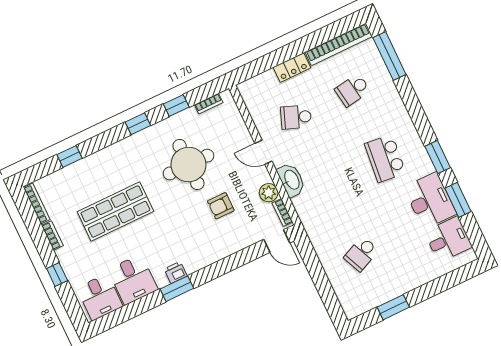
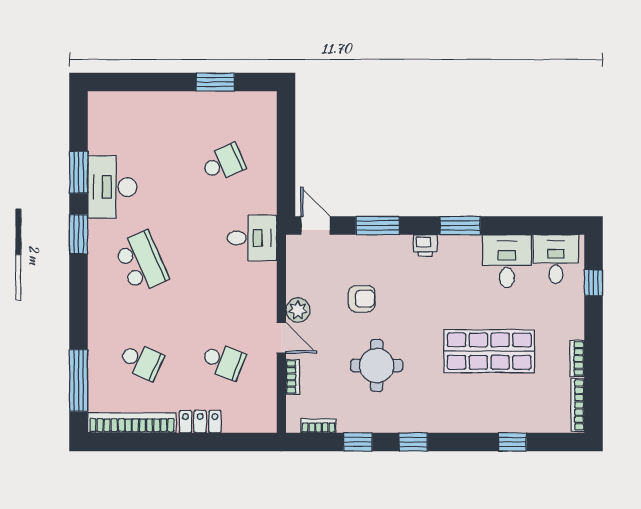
school desk: (353, 90) -> (141, 361), turned 33
school desk: (385, 158) -> (141, 262), turned -30
round table: (188, 165) -> (377, 365), width x0.73, depth x0.73
washbasin: (291, 180) -> (264, 289), removed
plant: (269, 193) -> (298, 310), moved
bookcase: (282, 212) -> (293, 377), moved
desk: (448, 239) -> (252, 238), moved, turned 180
window: (234, 262) -> (378, 226), added
printer: (176, 272) -> (425, 245), moved
window: (57, 275) -> (593, 283), moved

